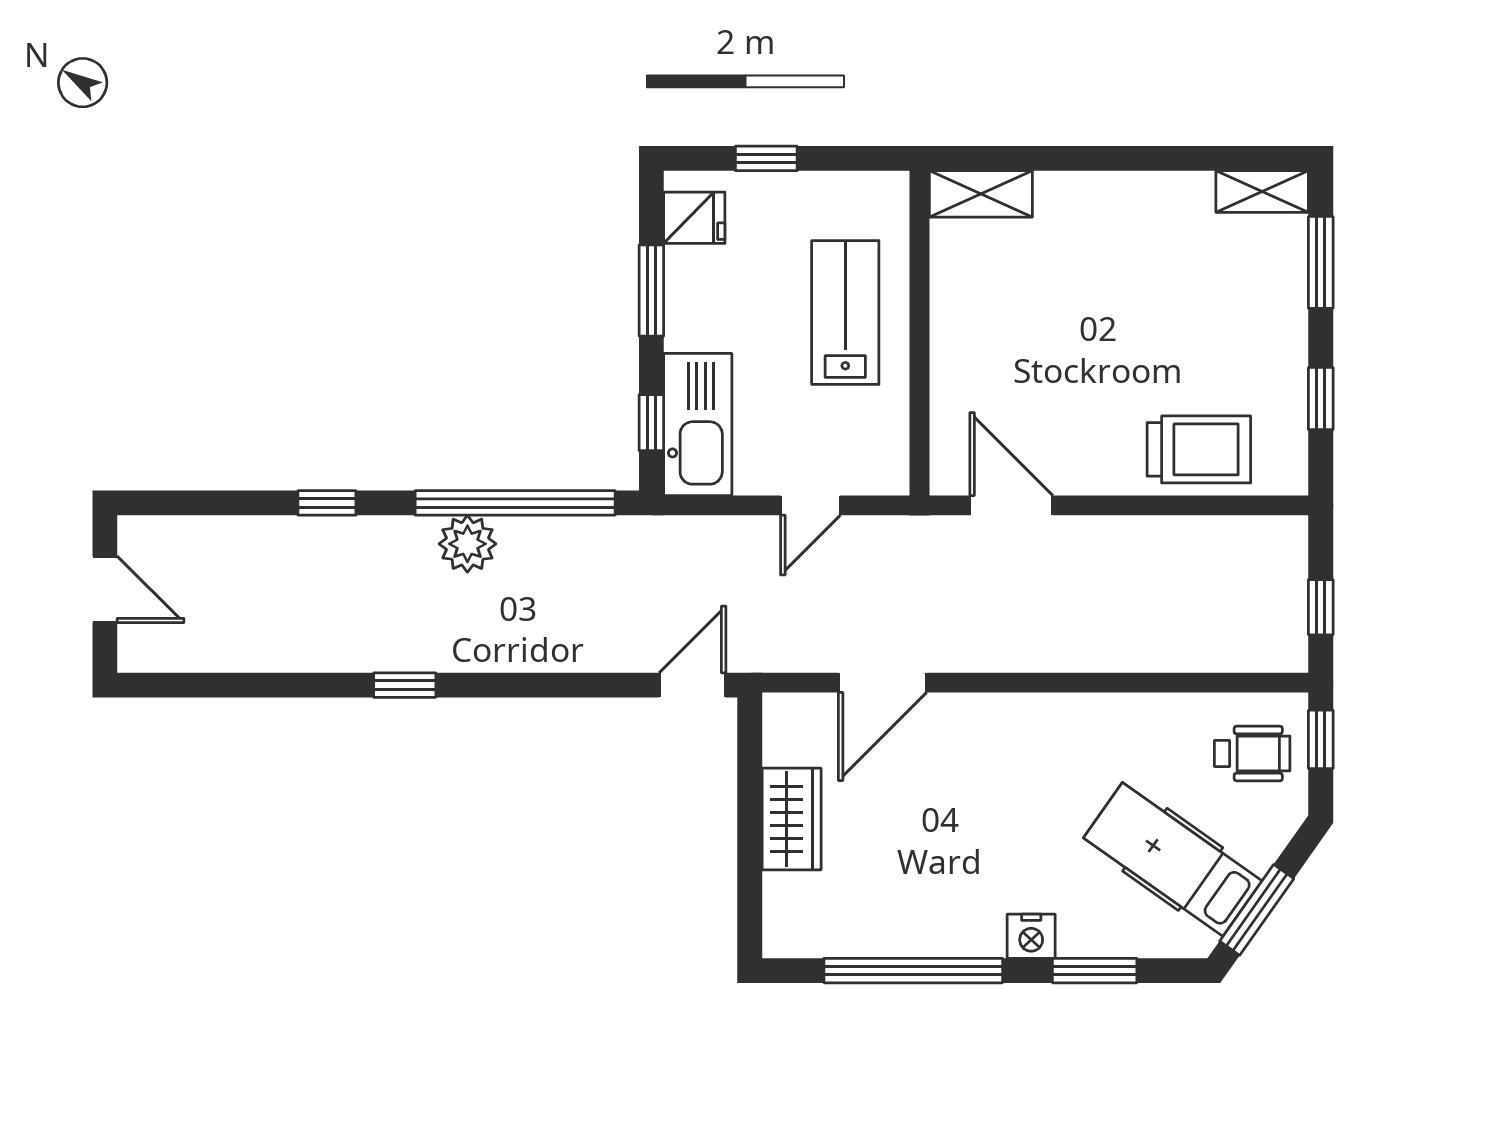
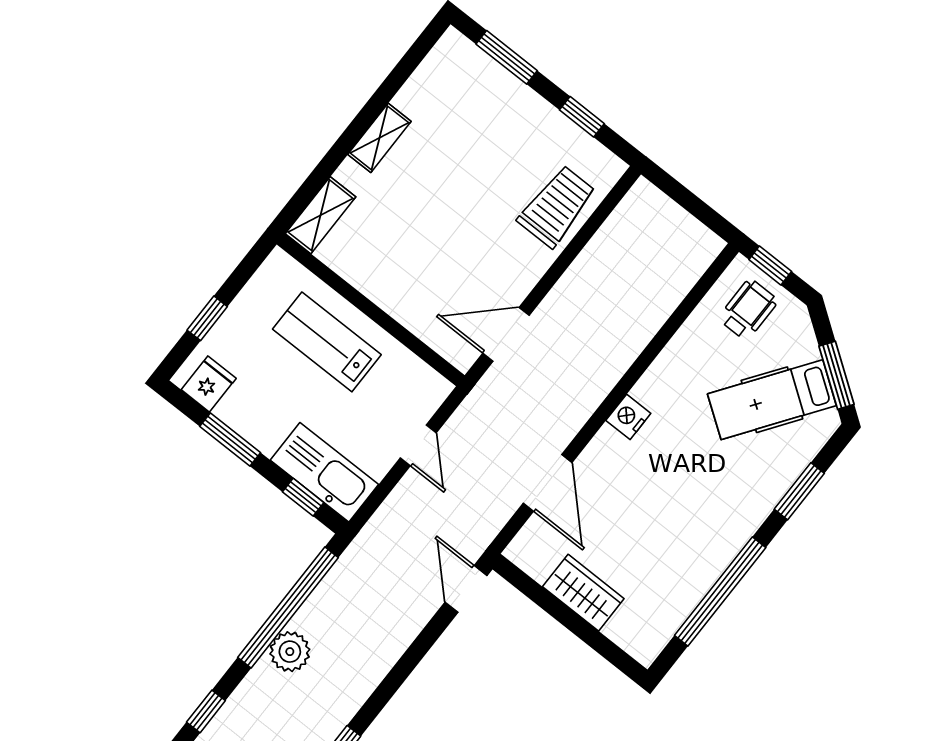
shelving: (1262, 192) -> (379, 138), moved
window: (1321, 607) -> (697, 208), removed
nightstand: (1031, 936) -> (628, 417), moved, turned 180

